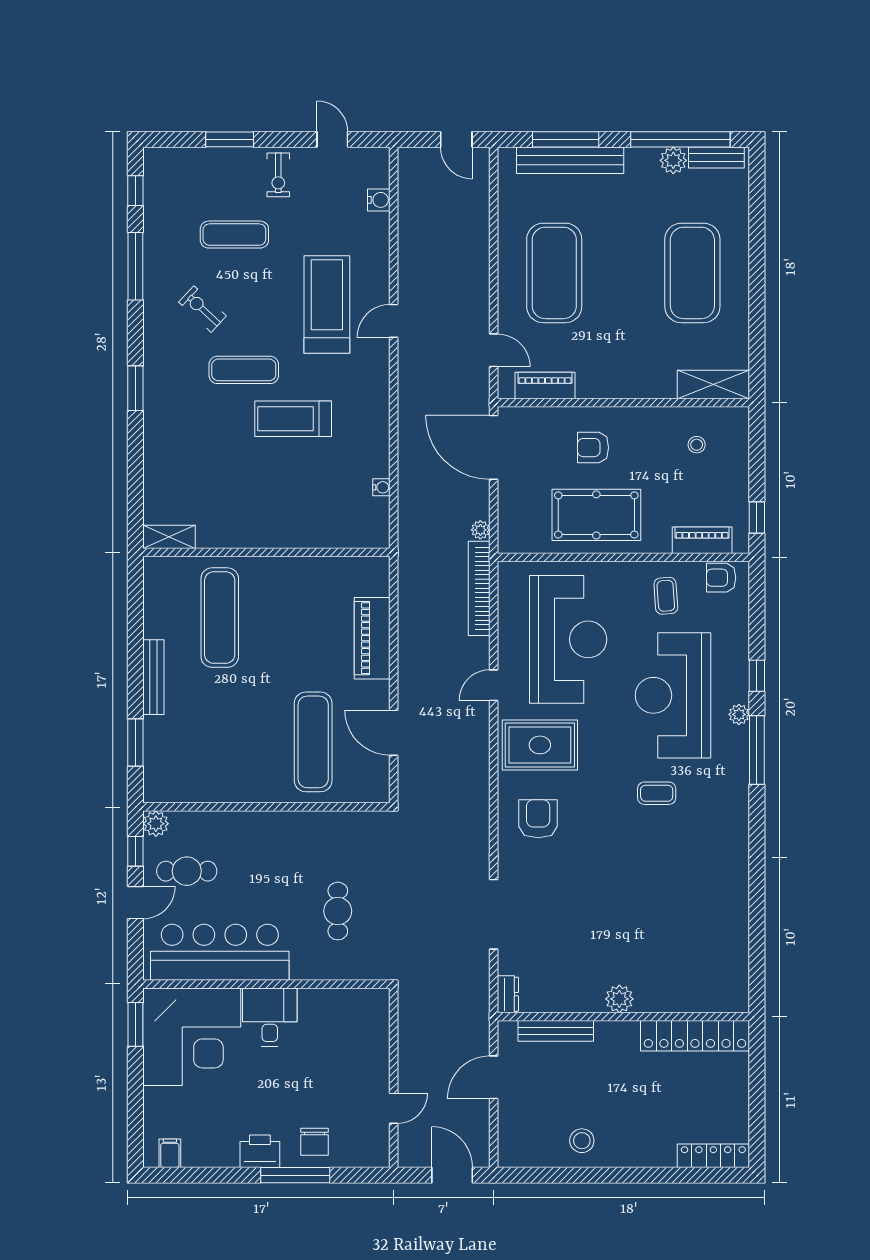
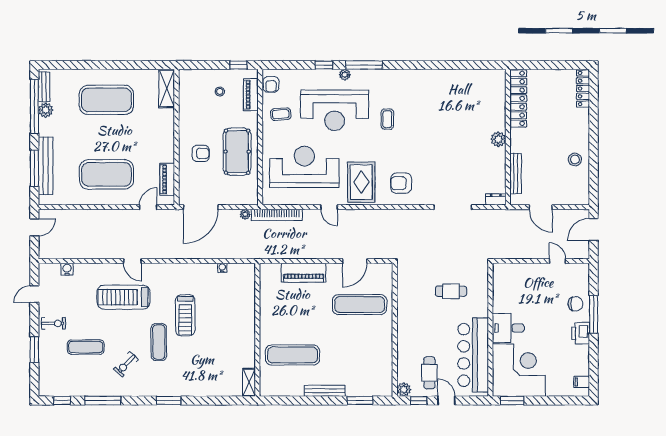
exercise mat: (234, 235) -> (86, 347), turned 90
stool: (697, 445) -> (220, 91), moved
armchair: (593, 448) -> (201, 153), turned -90

